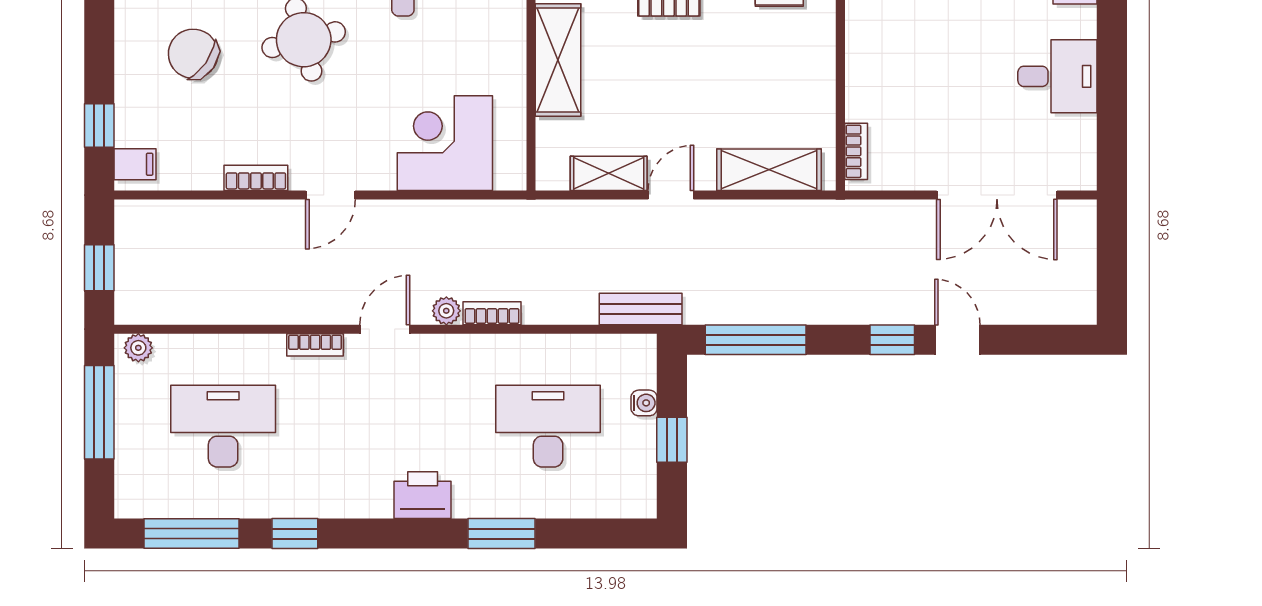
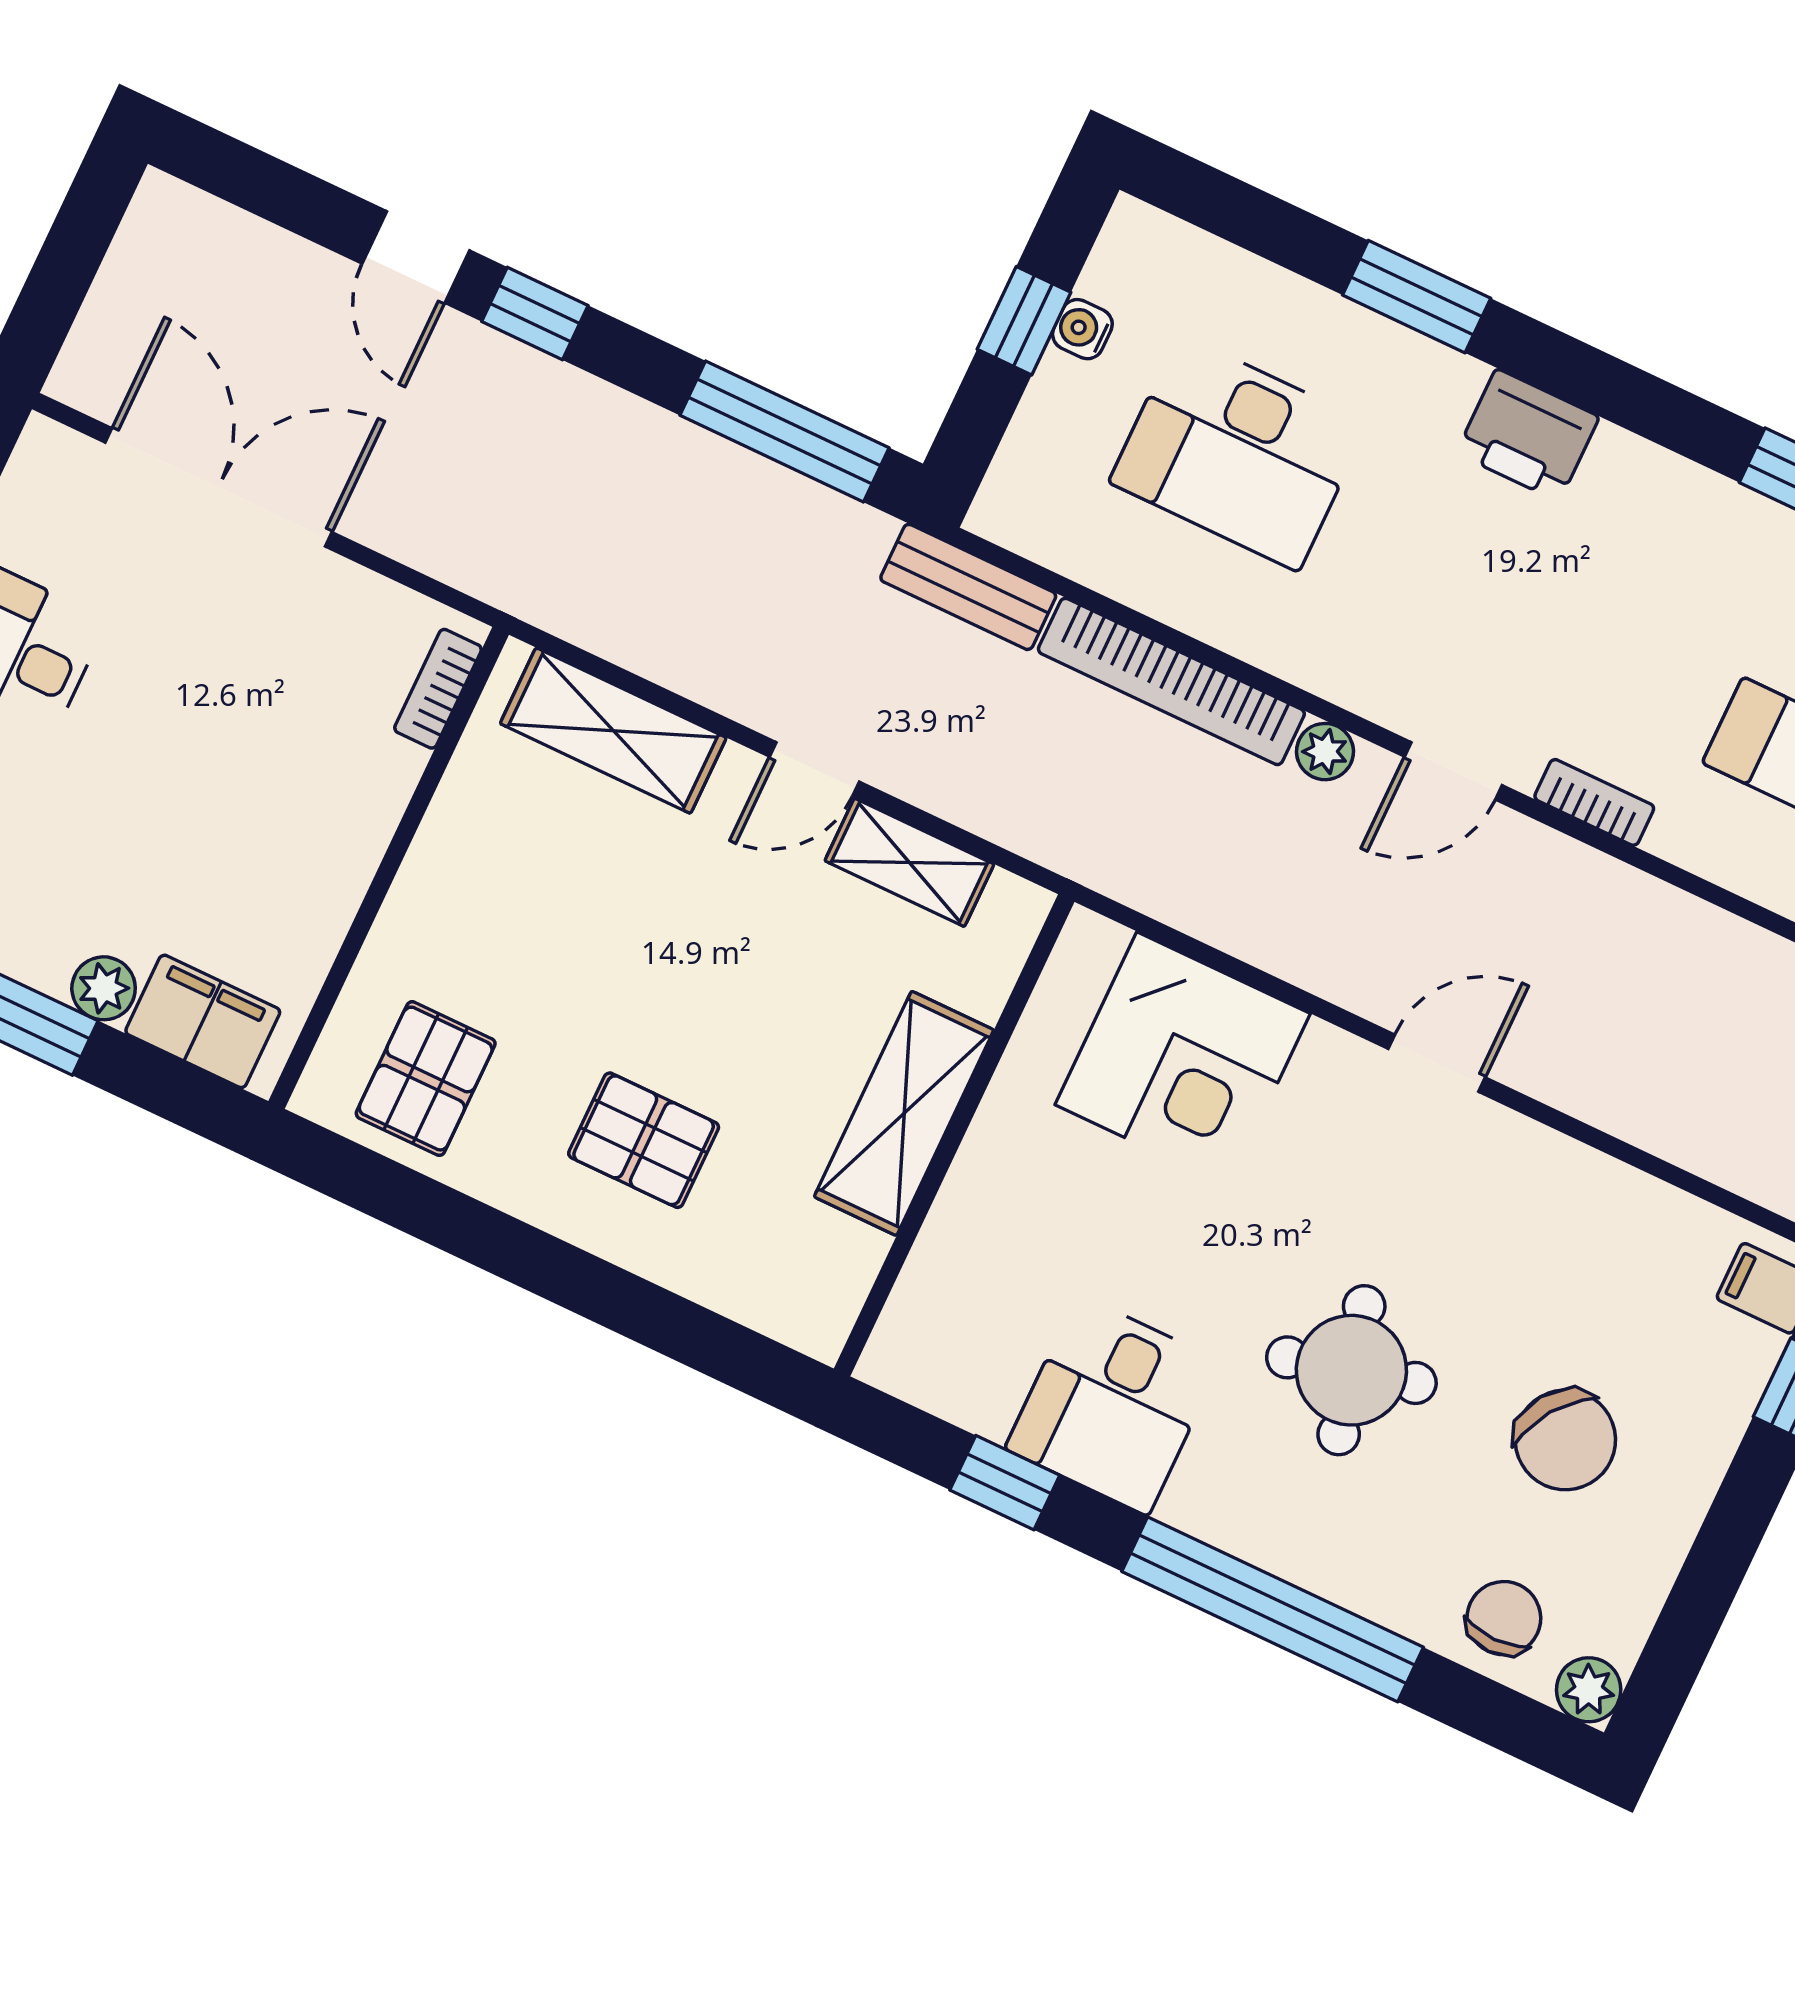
bookcase: (256, 178) -> (1558, 1159), removed
bookcase: (492, 313) -> (1171, 681), width x2.31, depth x1.31
water cooler: (644, 403) -> (1082, 329), moved

